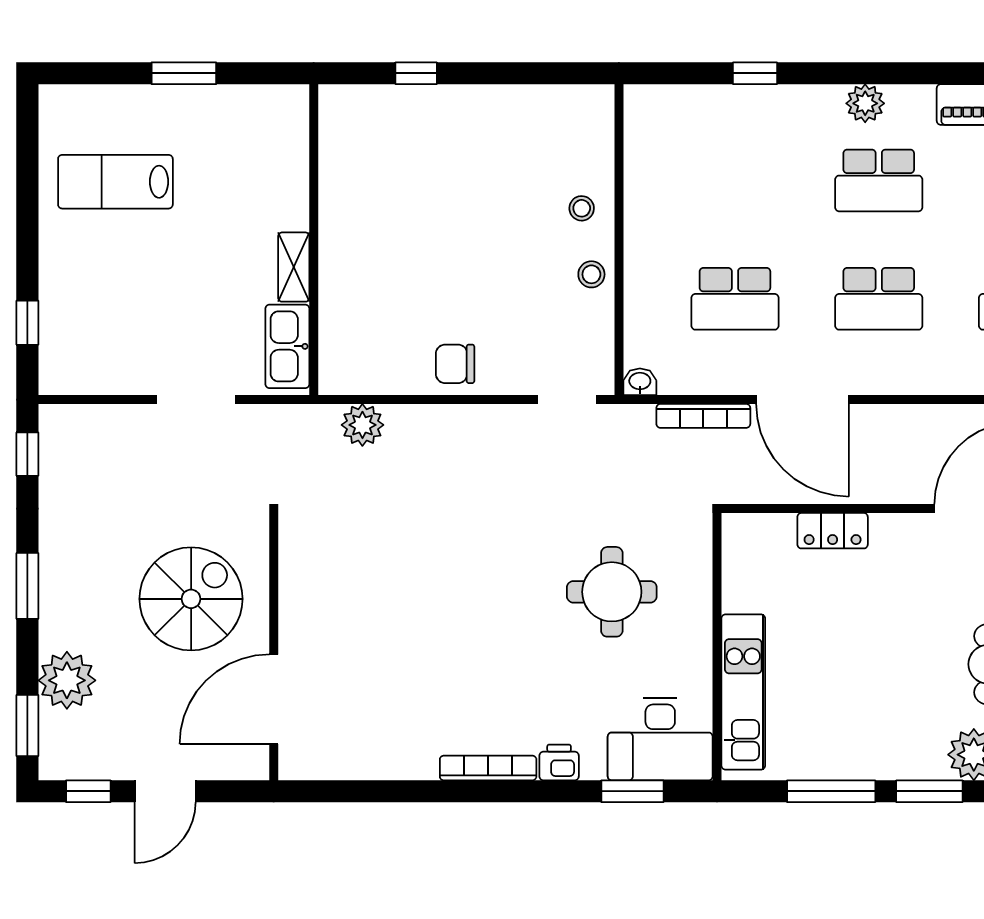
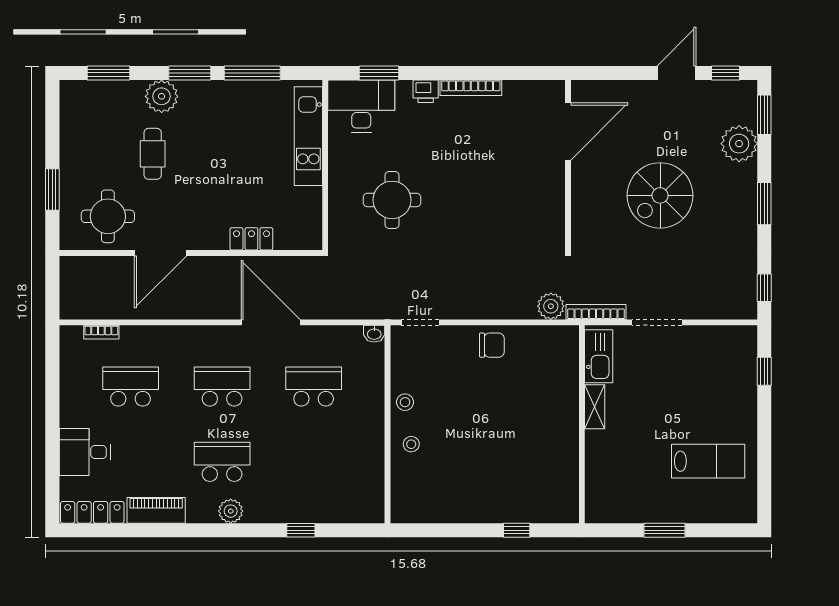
bookcase: (703, 416) -> (596, 312), moved
wall: (274, 647) -> (568, 165), moved
door: (274, 699) -> (568, 132), moved

